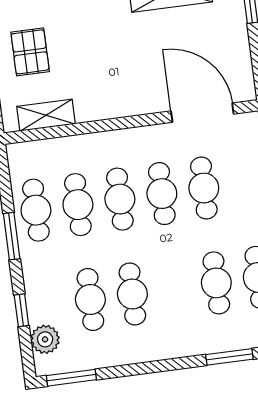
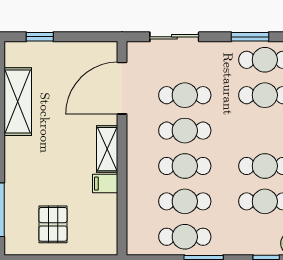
pallet: (30, 52) -> (53, 224), turned 90
filing cabinet: (87, 107) -> (105, 184), added
shelving: (46, 115) -> (107, 149), moved

